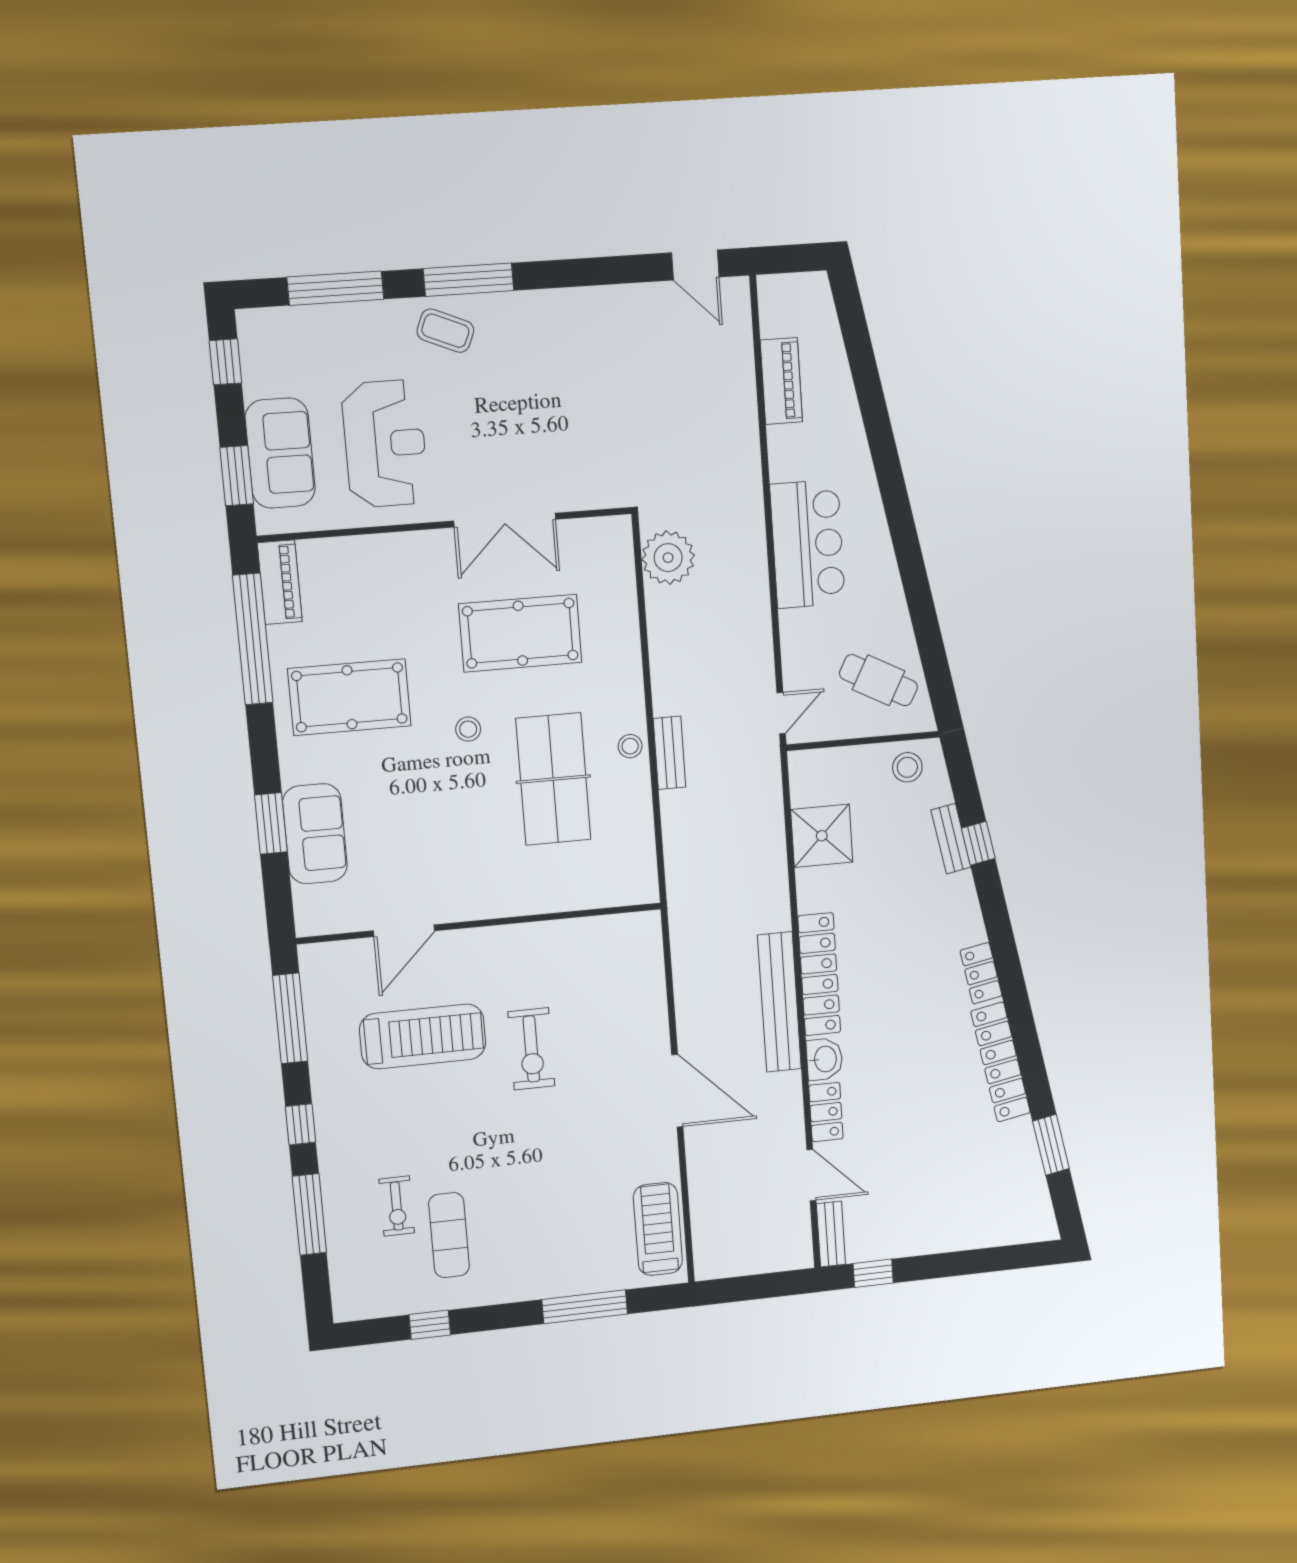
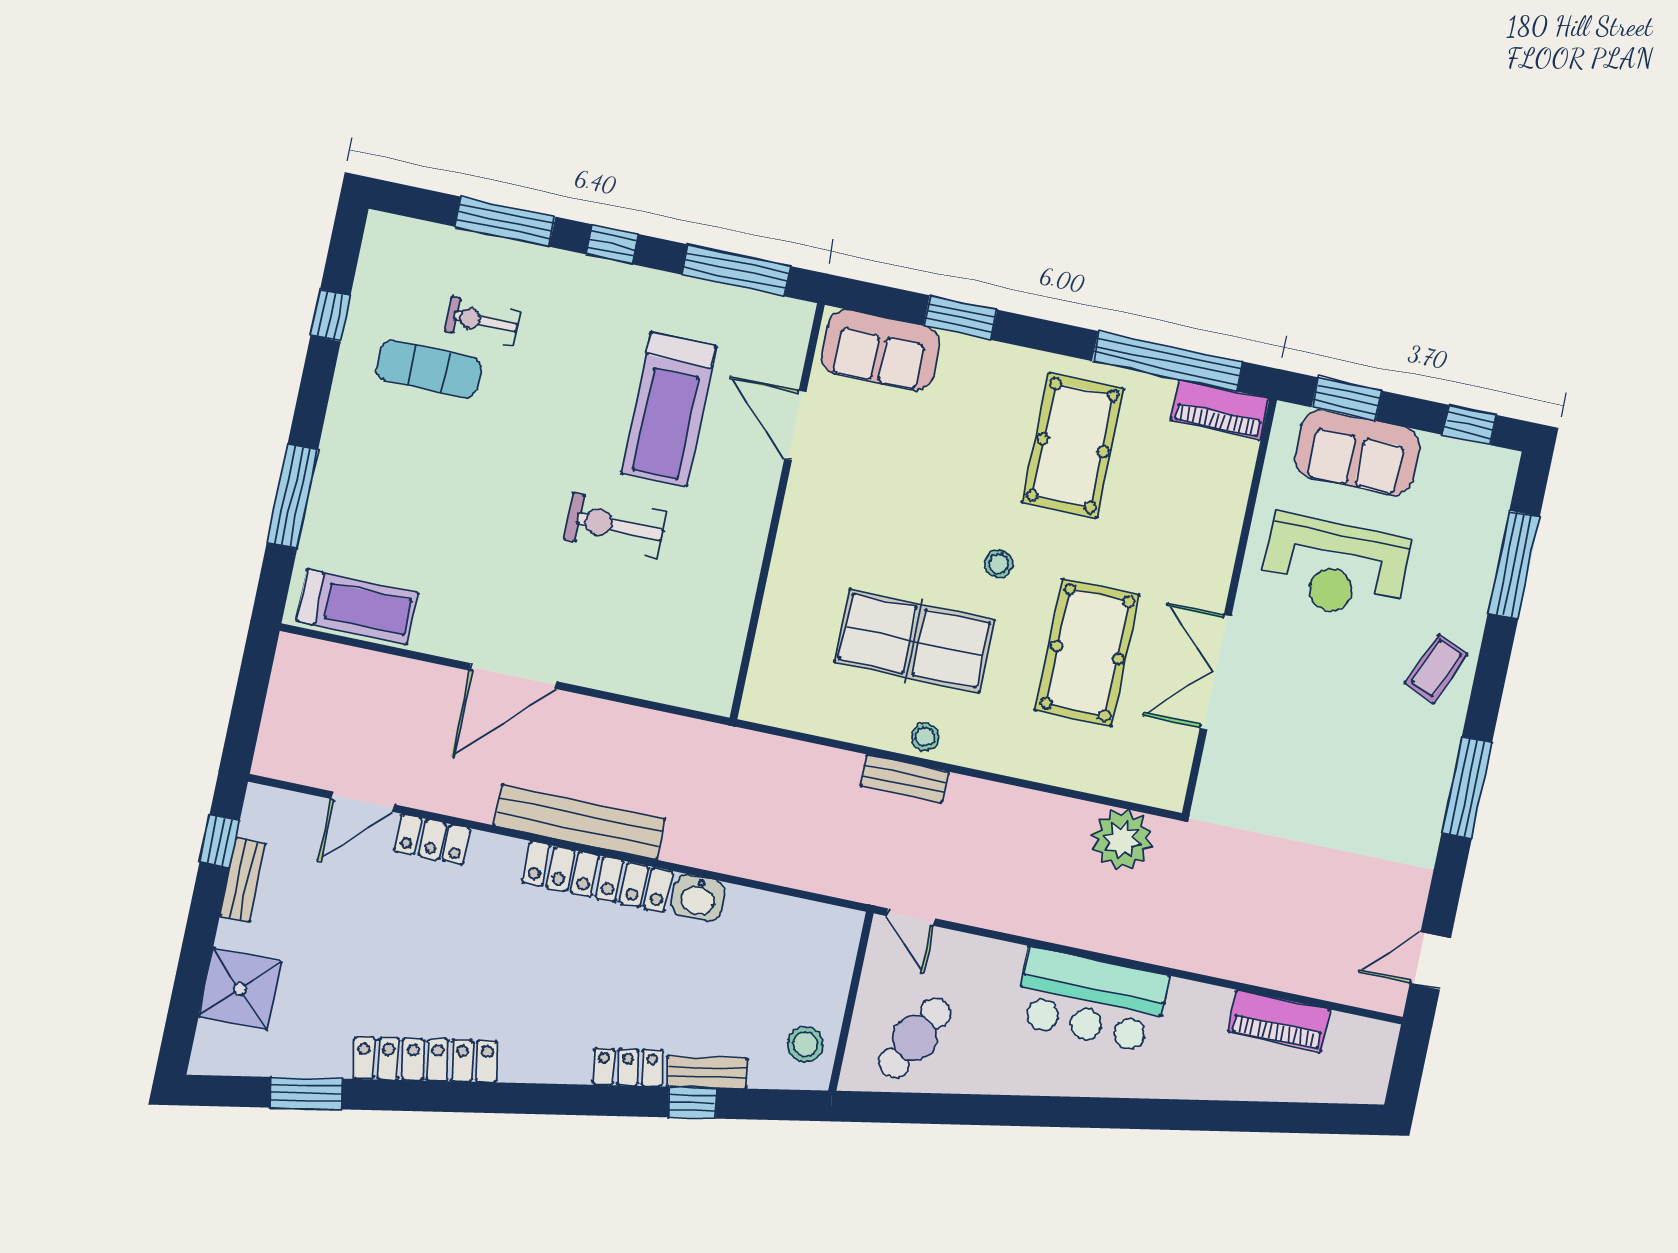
window: (468, 280) -> (1467, 788), moved
sofa: (315, 834) -> (880, 350), moved
shower: (822, 836) -> (240, 989), moved
locker: (981, 973) -> (628, 1067), moved
washbasin: (824, 1059) -> (698, 898), moved
bench: (831, 1234) -> (243, 880), moved, turned 90

